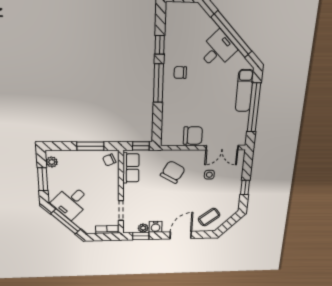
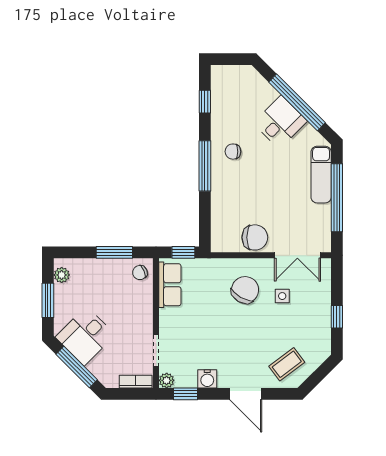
window: (160, 45) -> (205, 102), moved
chair: (173, 172) -> (245, 290), moved
plant: (143, 228) -> (167, 380), moved
door: (181, 235) -> (246, 394), swing flipped

